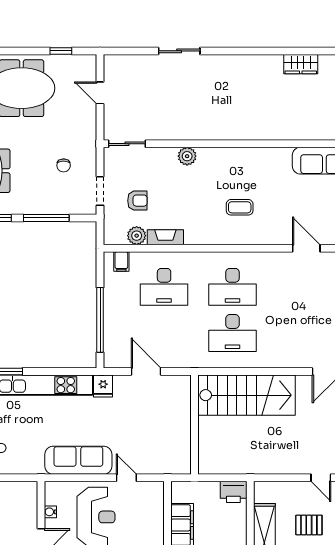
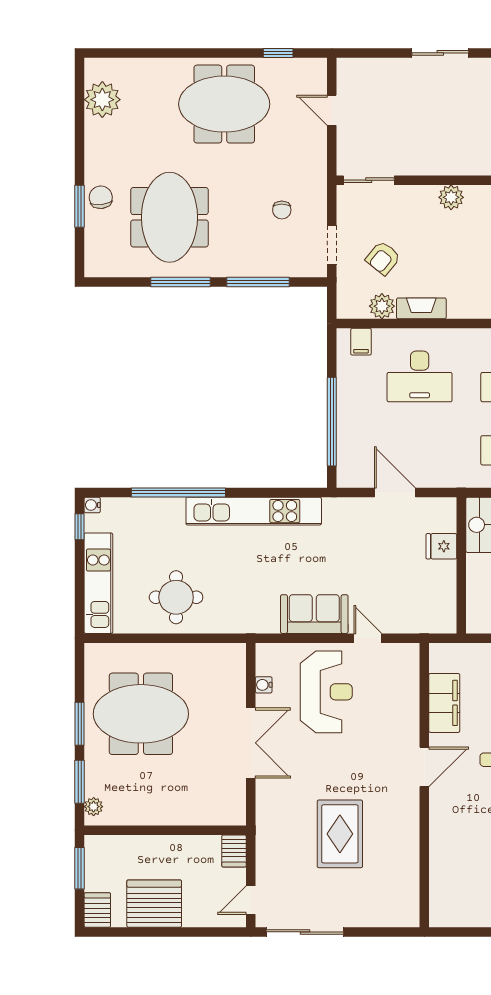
armchair: (137, 201) -> (383, 258), turned 129
fridge: (103, 386) -> (441, 546), moved, turned 90
sofa: (78, 460) -> (314, 614), width x0.73

